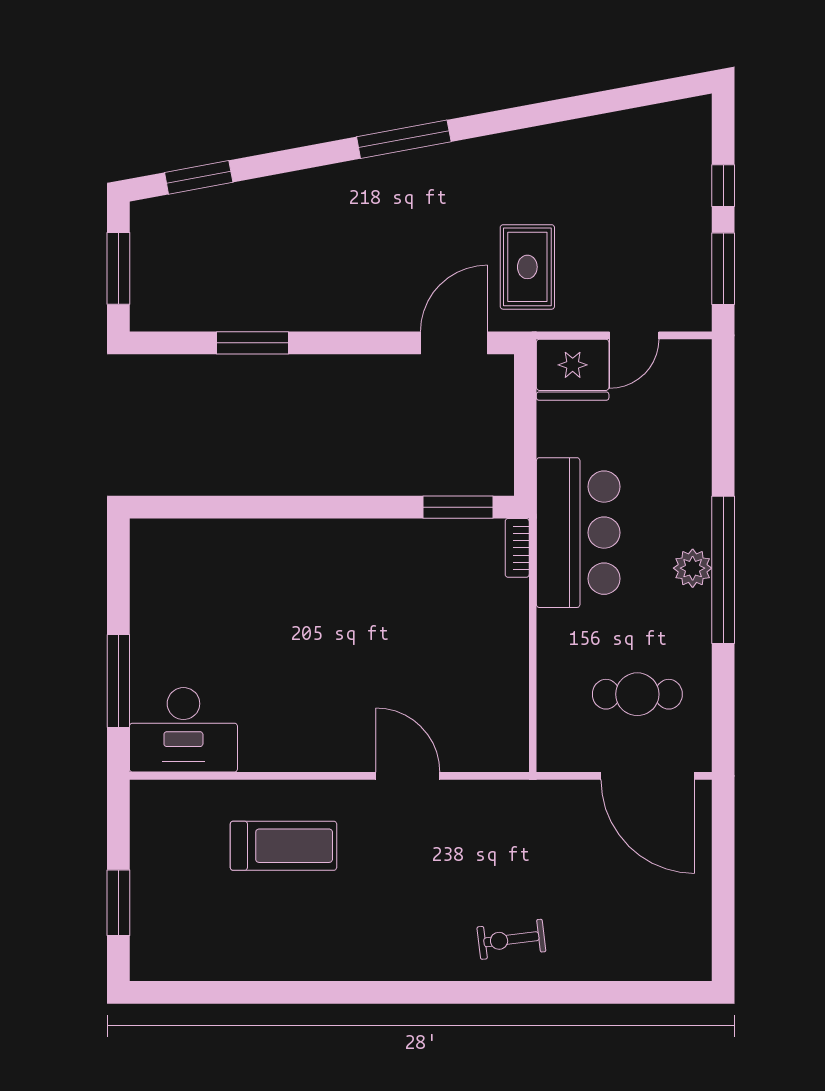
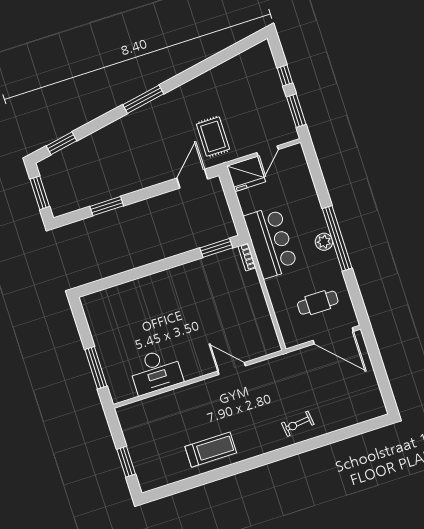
desk: (183, 730) -> (156, 371), moved
treadmill: (283, 846) -> (211, 450), moved

